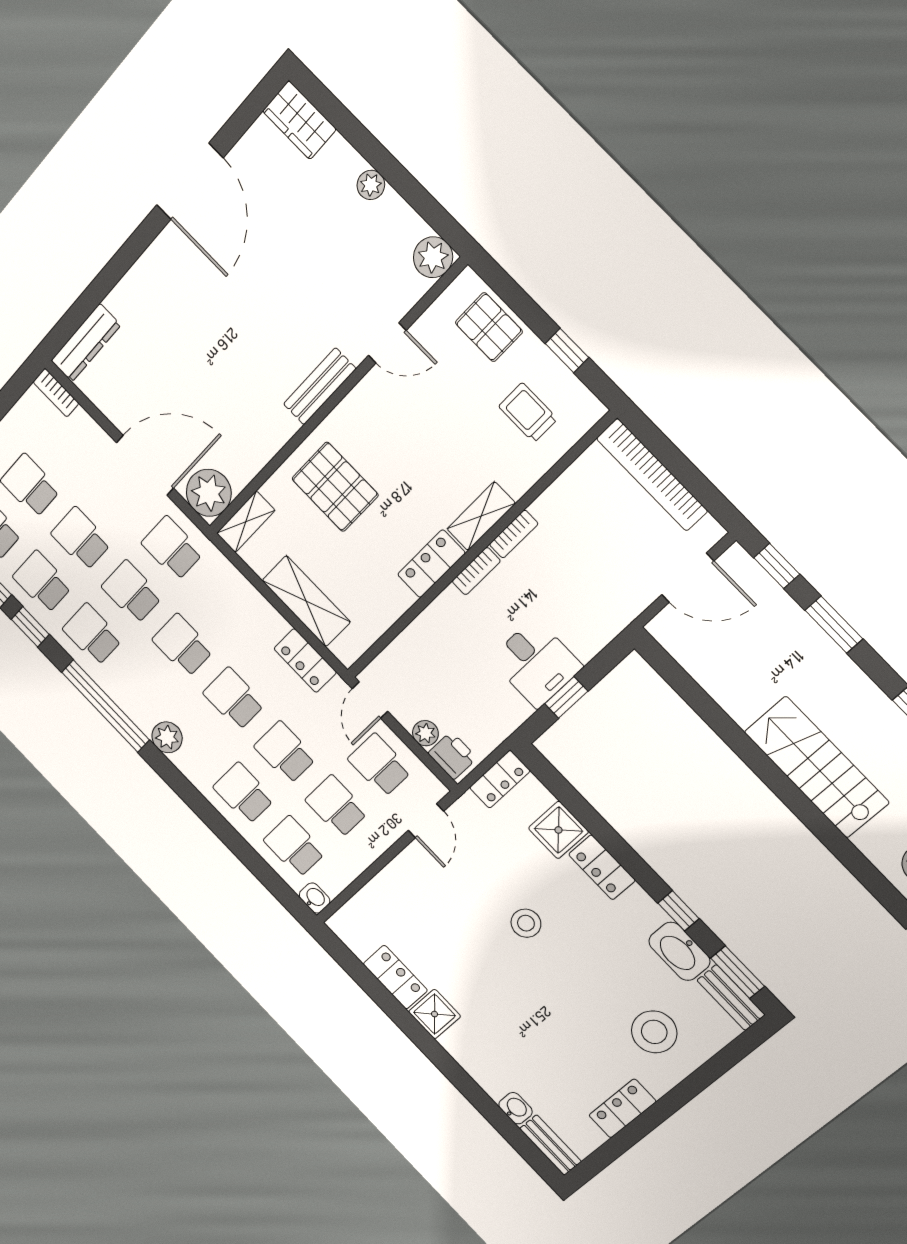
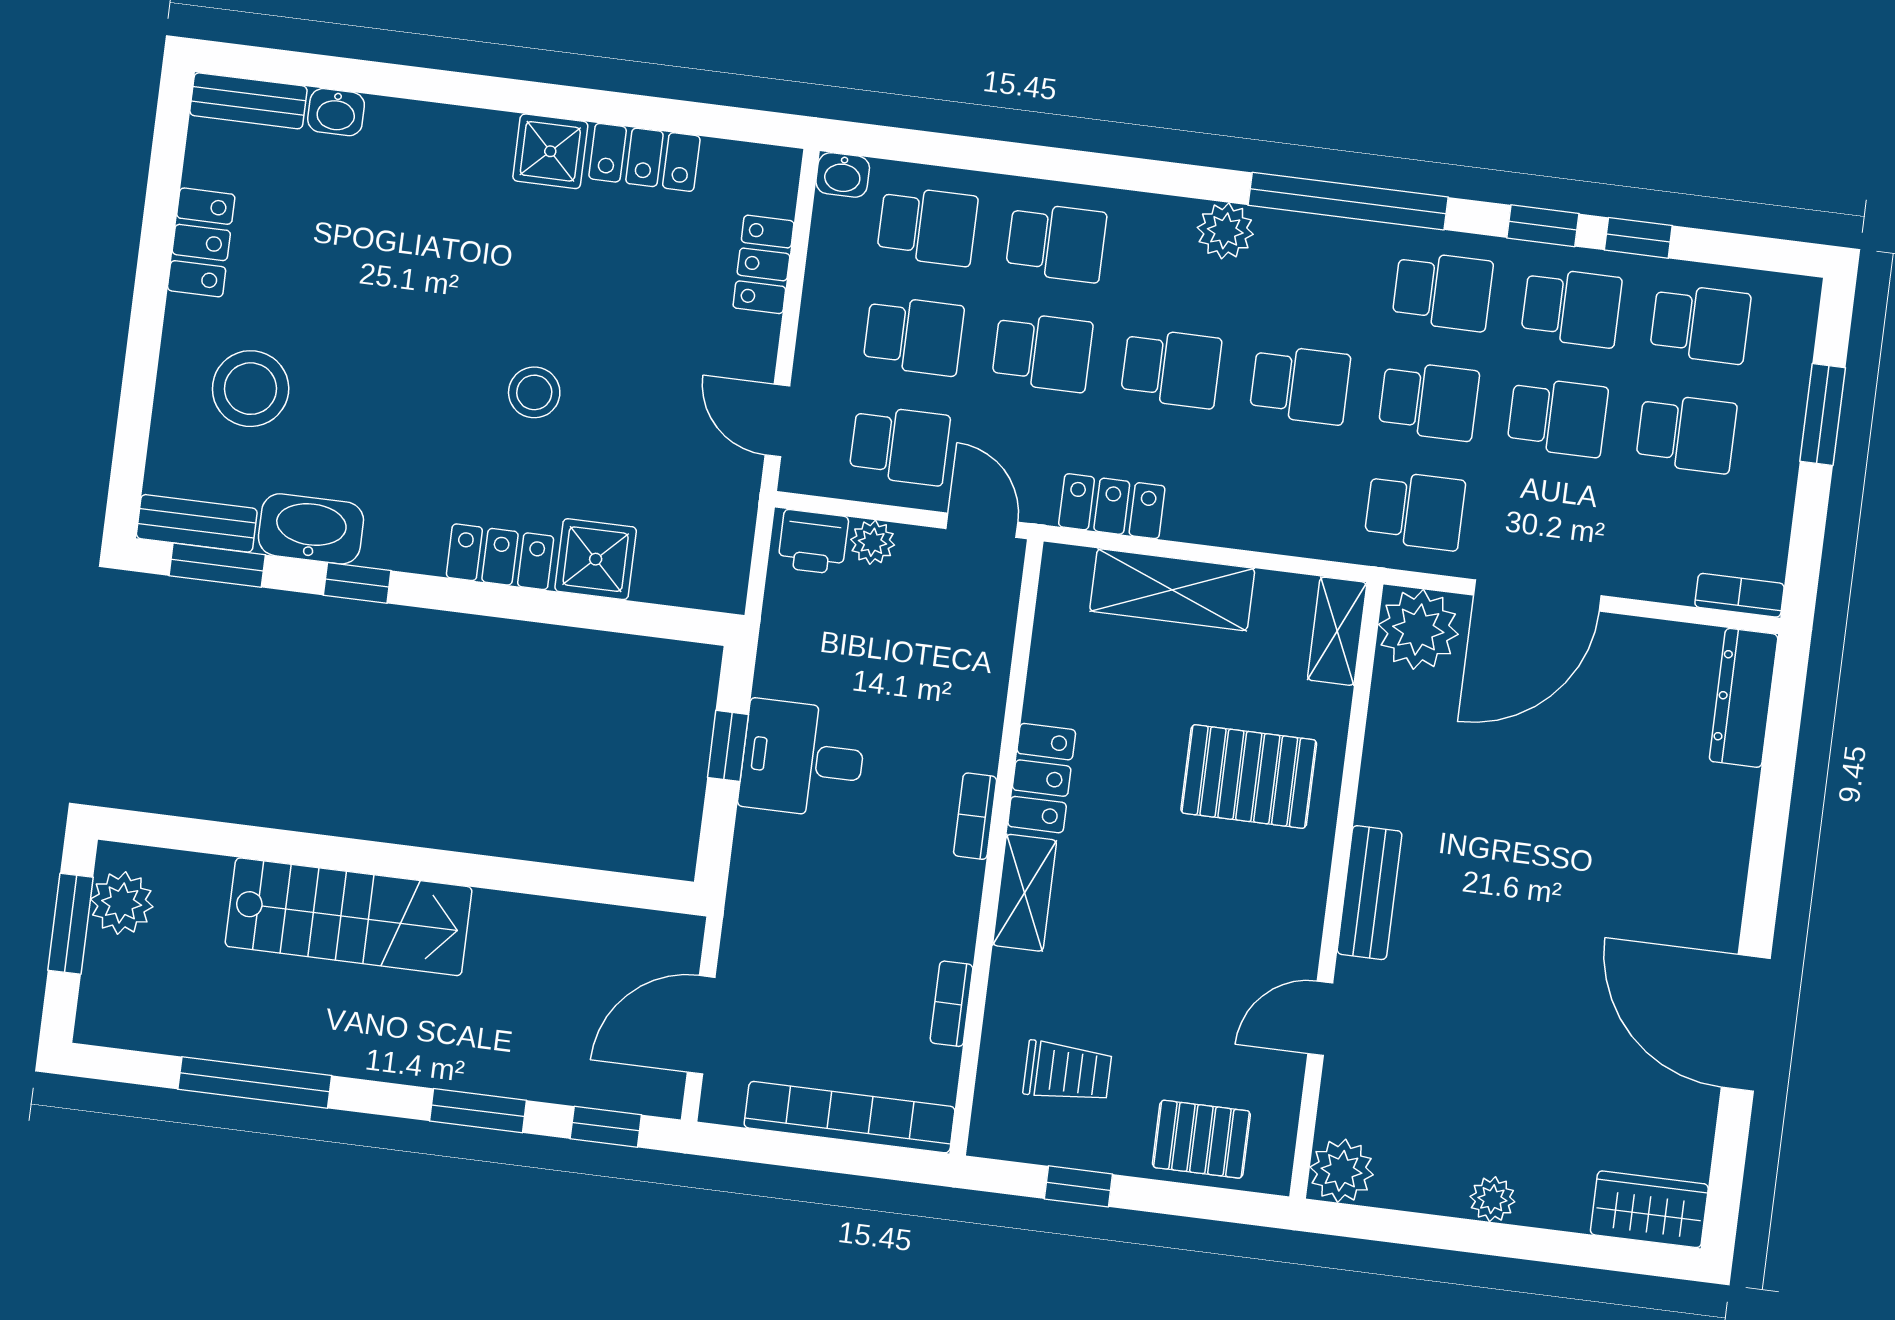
bookcase: (514, 534) -> (952, 1004), moved
locker: (500, 779) -> (763, 264), moved

